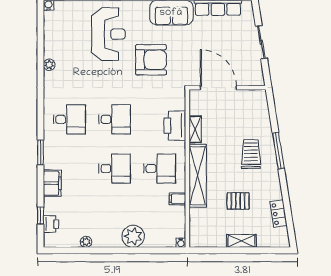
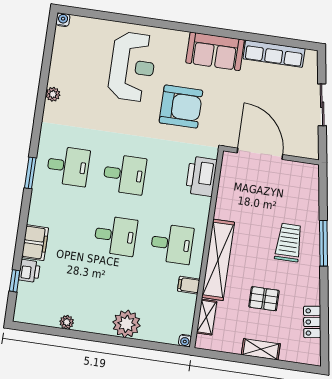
printer: (175, 126) -> (201, 176), moved
shelving: (195, 129) -> (207, 317), moved
window: (40, 152) -> (30, 173), moved
printer: (51, 224) -> (29, 271), moved

